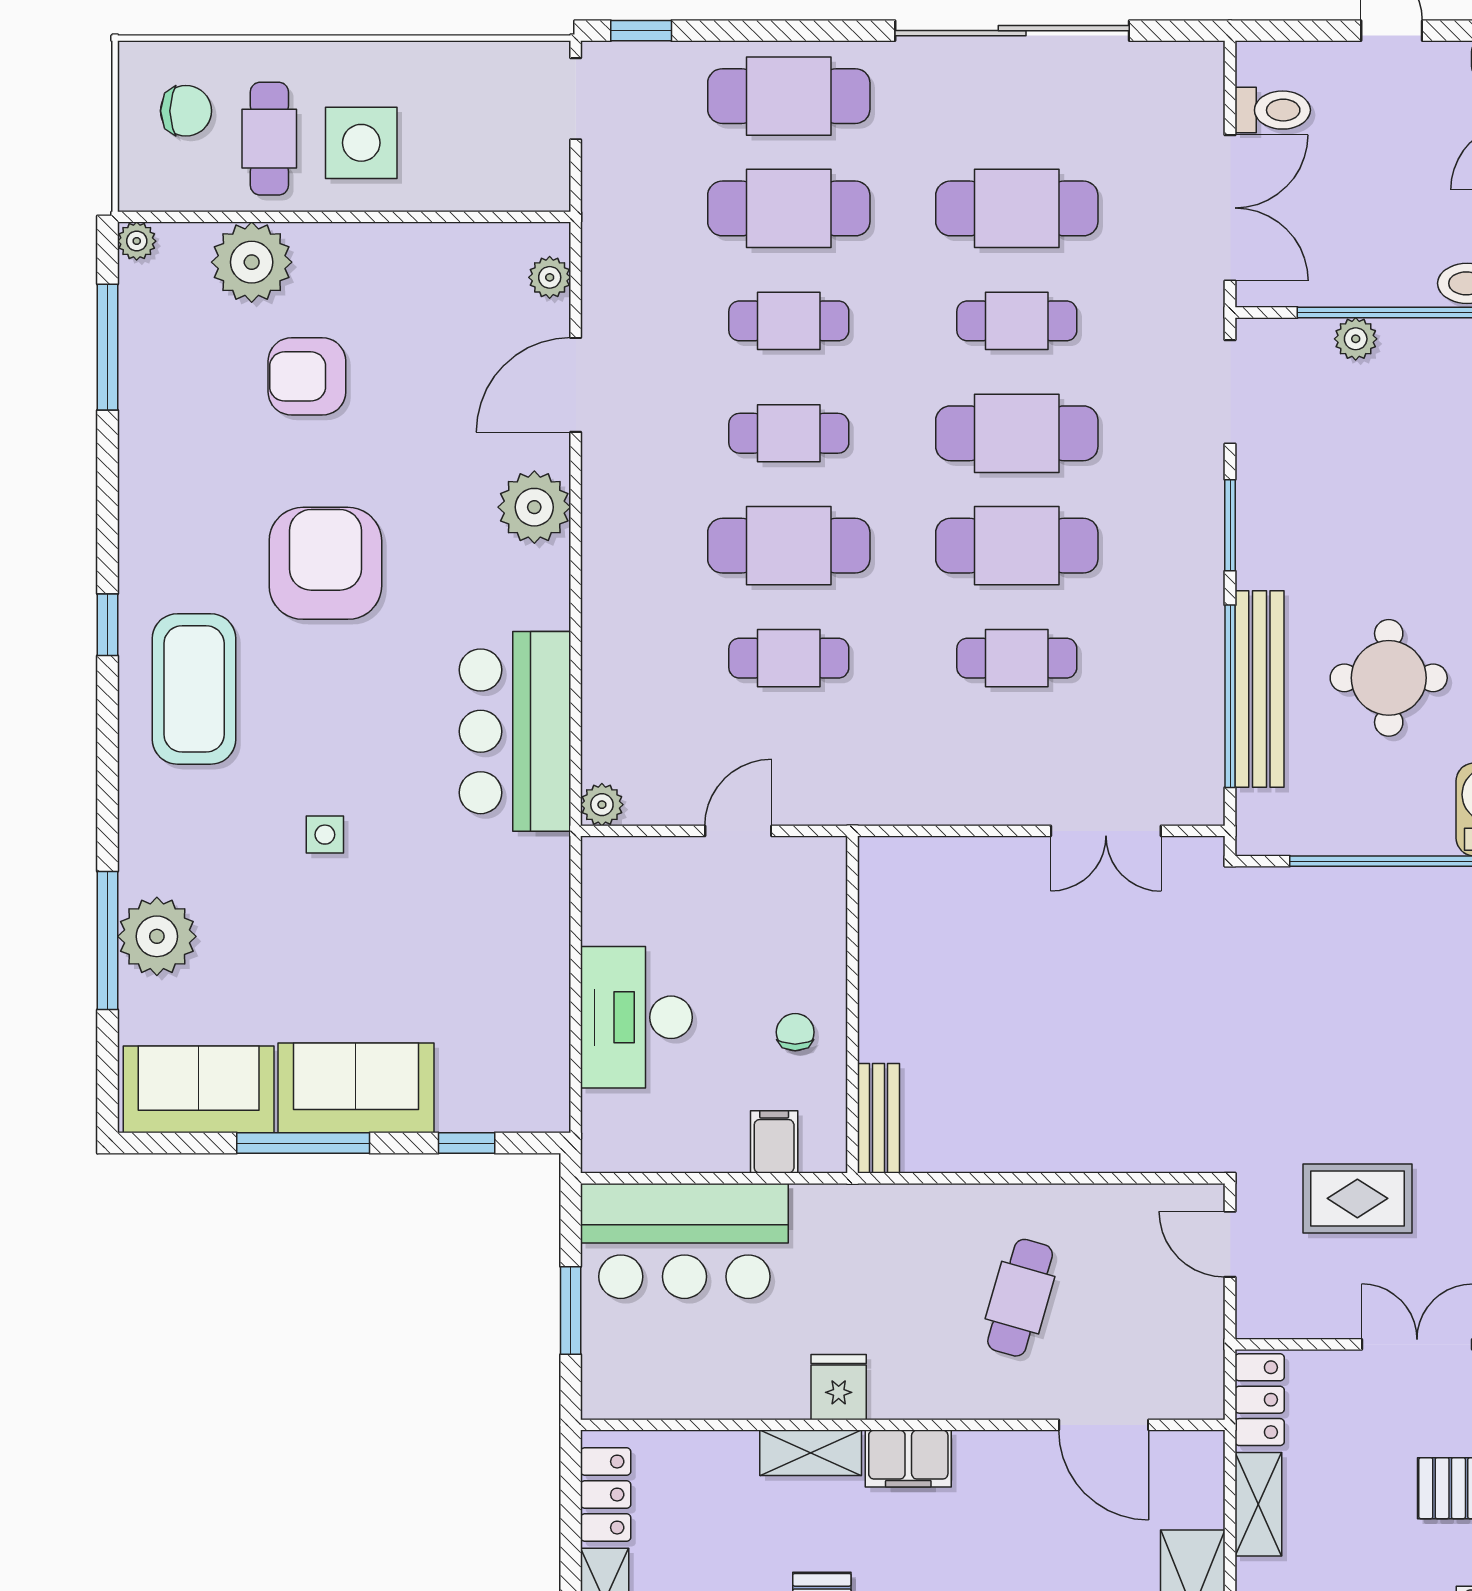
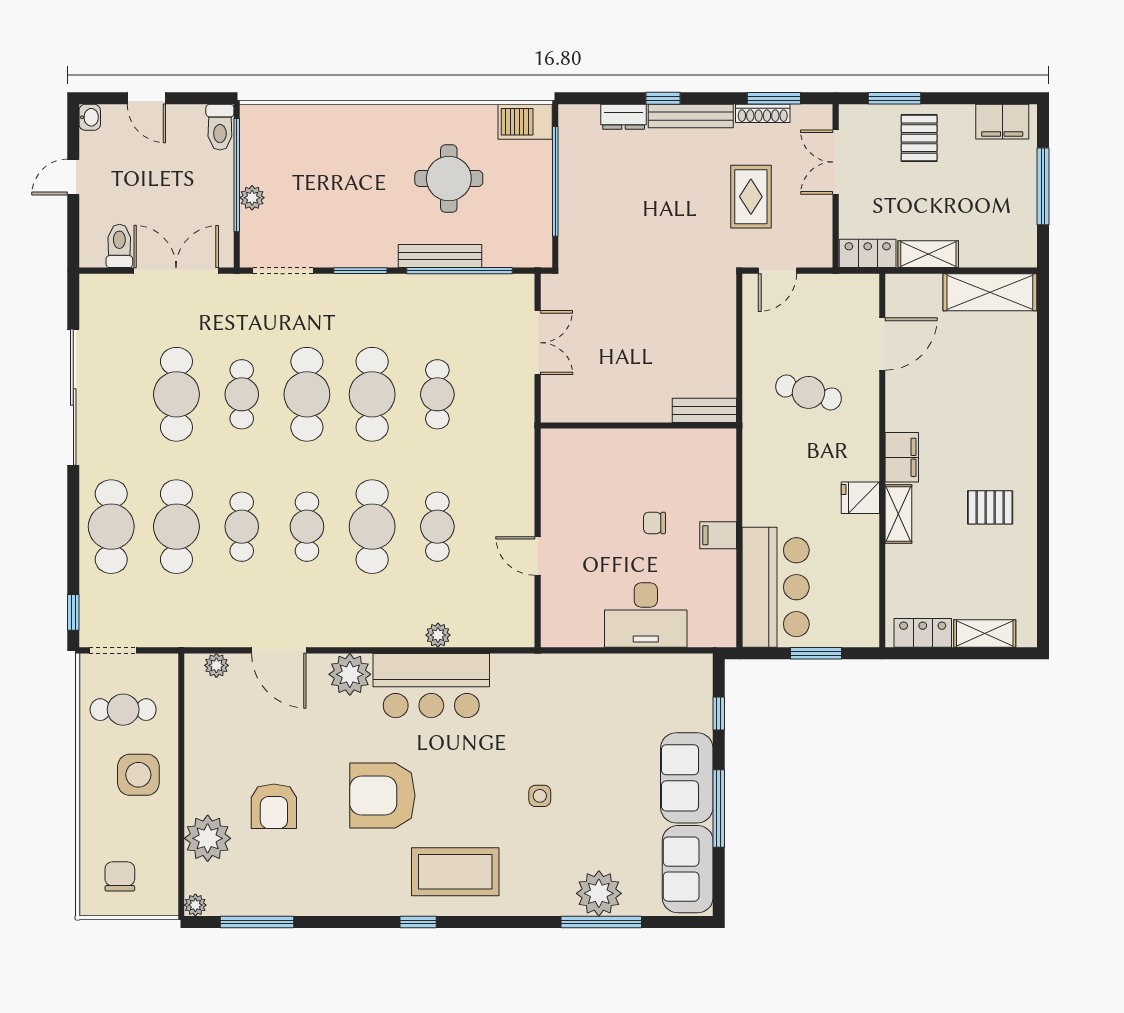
cafe table: (269, 139) -> (123, 710), moved
bench: (1259, 689) -> (440, 256), width x0.73, depth x0.82
bar counter: (515, 731) -> (431, 686), moved
plant: (602, 805) -> (438, 635), moved
wall: (852, 1005) -> (638, 425), moved
bench: (879, 1118) -> (704, 410), moved

